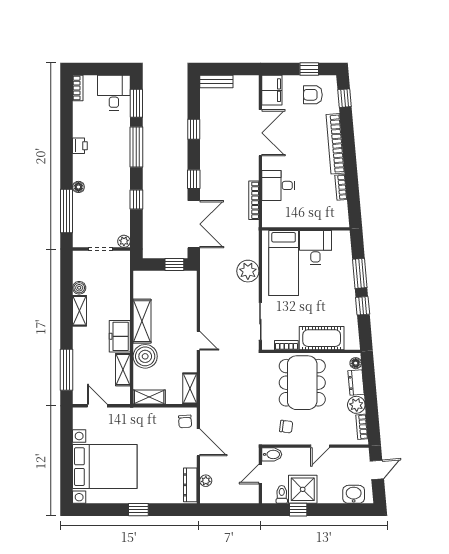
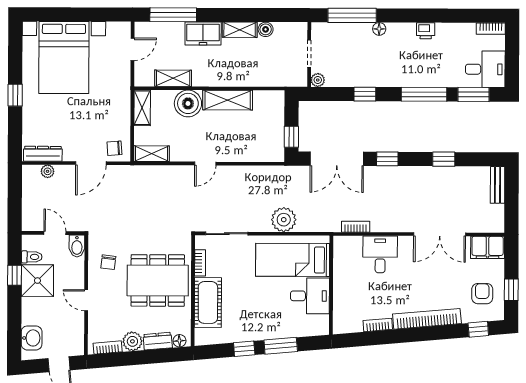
bookcase: (254, 200) -> (356, 227), width x0.64
freezer: (120, 336) -> (203, 33), moved, turned 180

